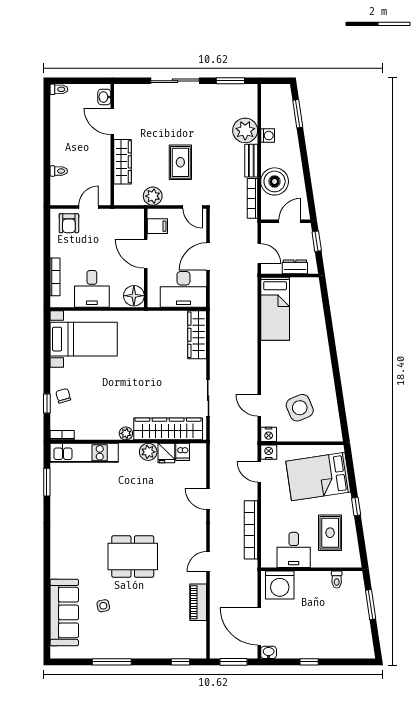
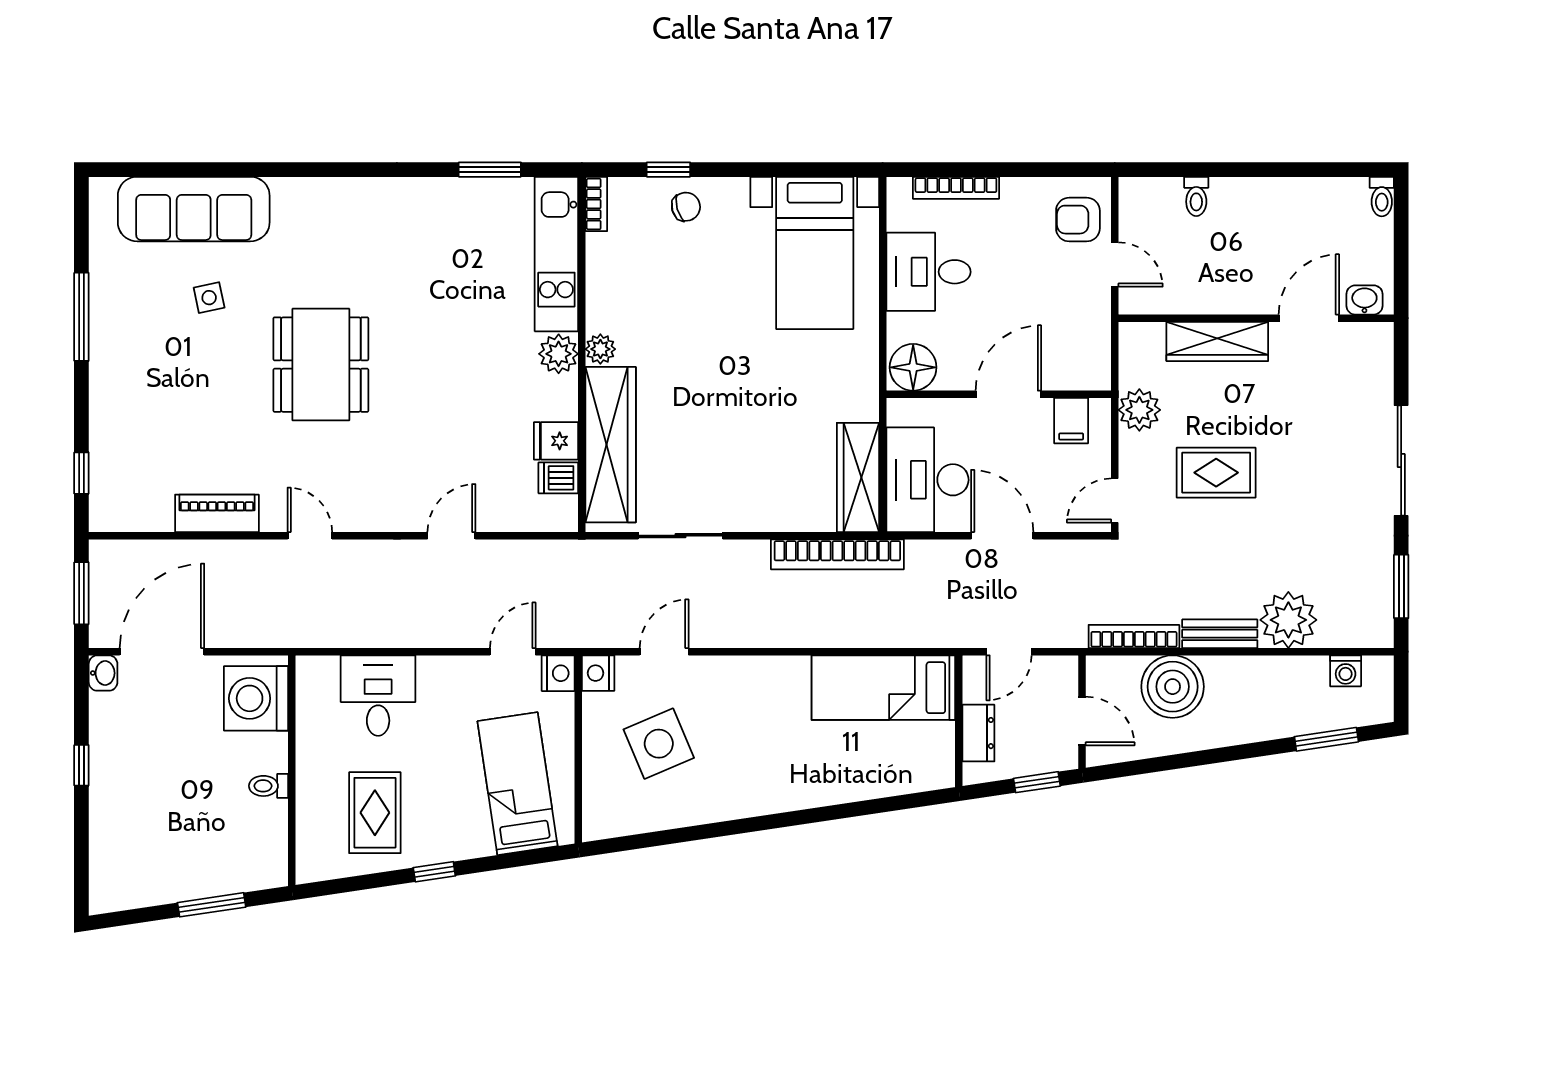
washing machine: (268, 136) -> (1346, 671), moved
wardrobe: (197, 335) -> (858, 477), moved, turned -90
plant: (148, 452) -> (559, 354), moved
bed: (318, 477) -> (518, 784), width x0.67
bookcase: (251, 530) -> (837, 554), moved, turned 180
rug: (330, 533) -> (375, 813), turned 90
desk: (294, 550) -> (378, 696), moved, turned 90
toilet: (337, 580) -> (269, 786), moved

